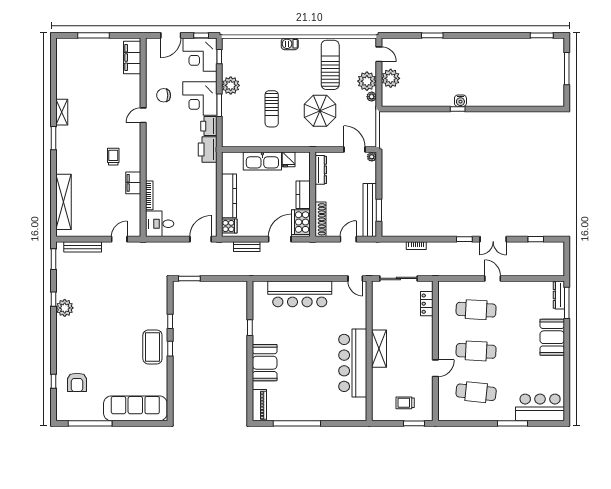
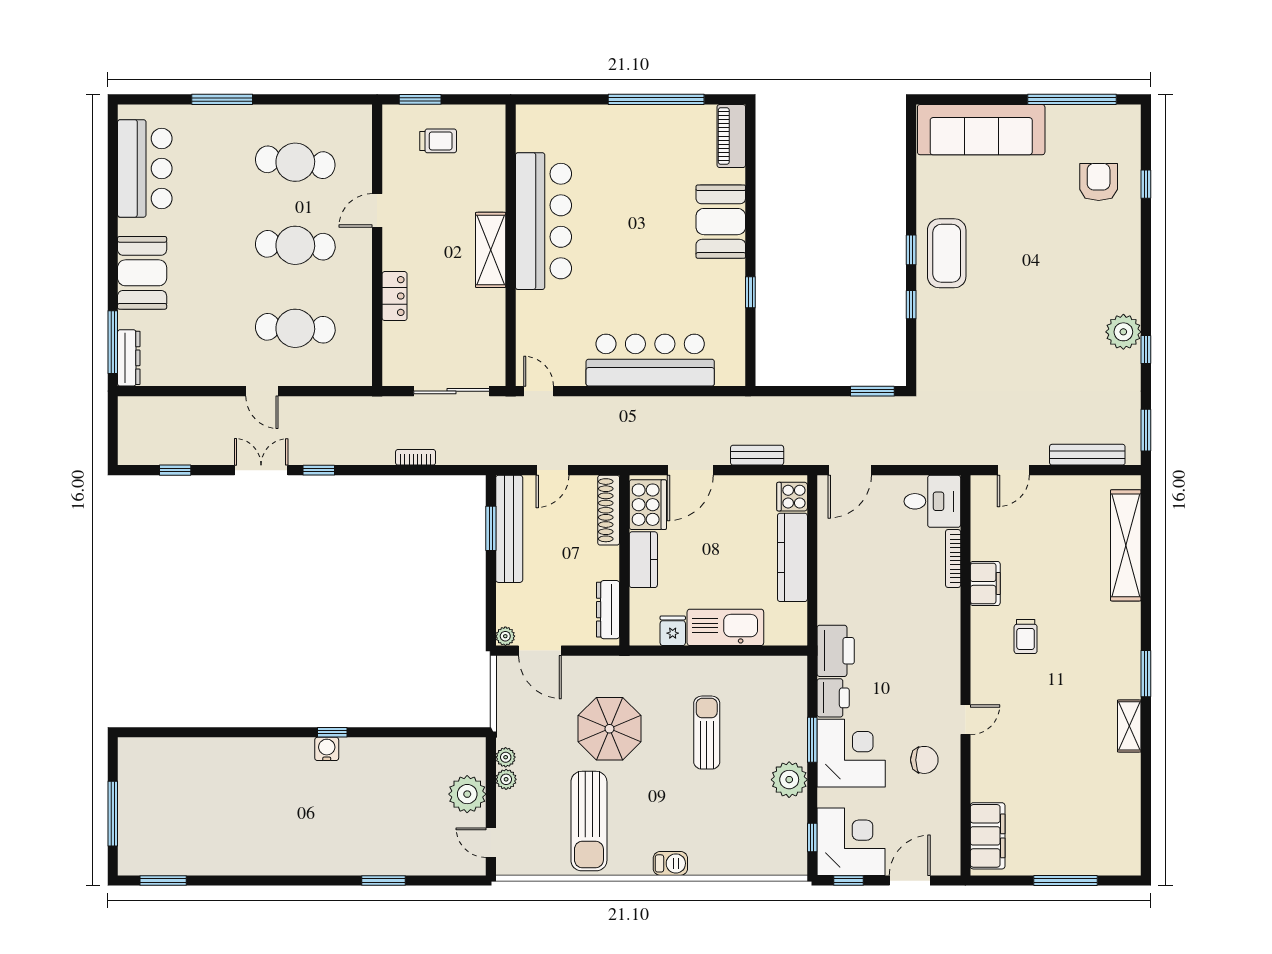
plant: (367, 81) -> (506, 779), width x0.53, depth x0.53
locker: (427, 304) -> (395, 296), moved
bar counter: (540, 407) -> (145, 168), moved, turned -90

